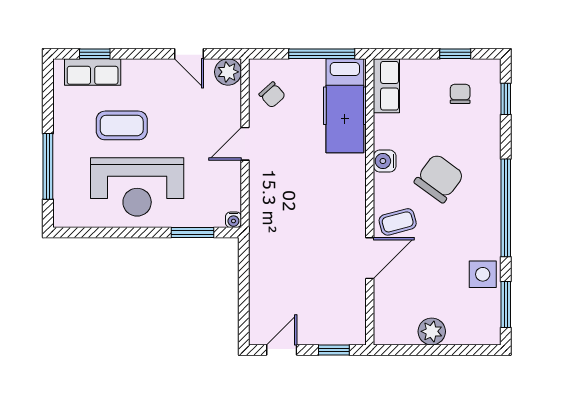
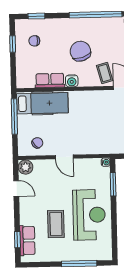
door: (189, 54) -> (16, 188), hinge flipped
row of seats: (386, 86) -> (50, 80), moved
chair: (439, 178) -> (80, 51), turned 36

